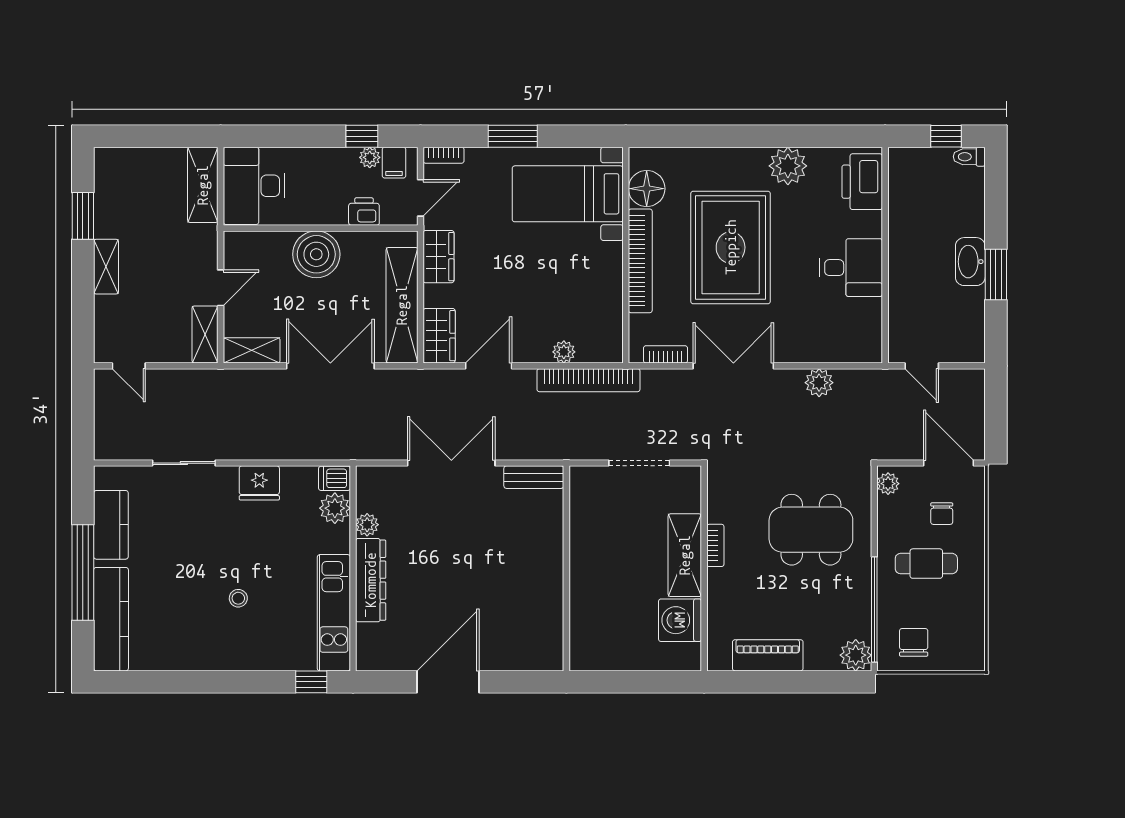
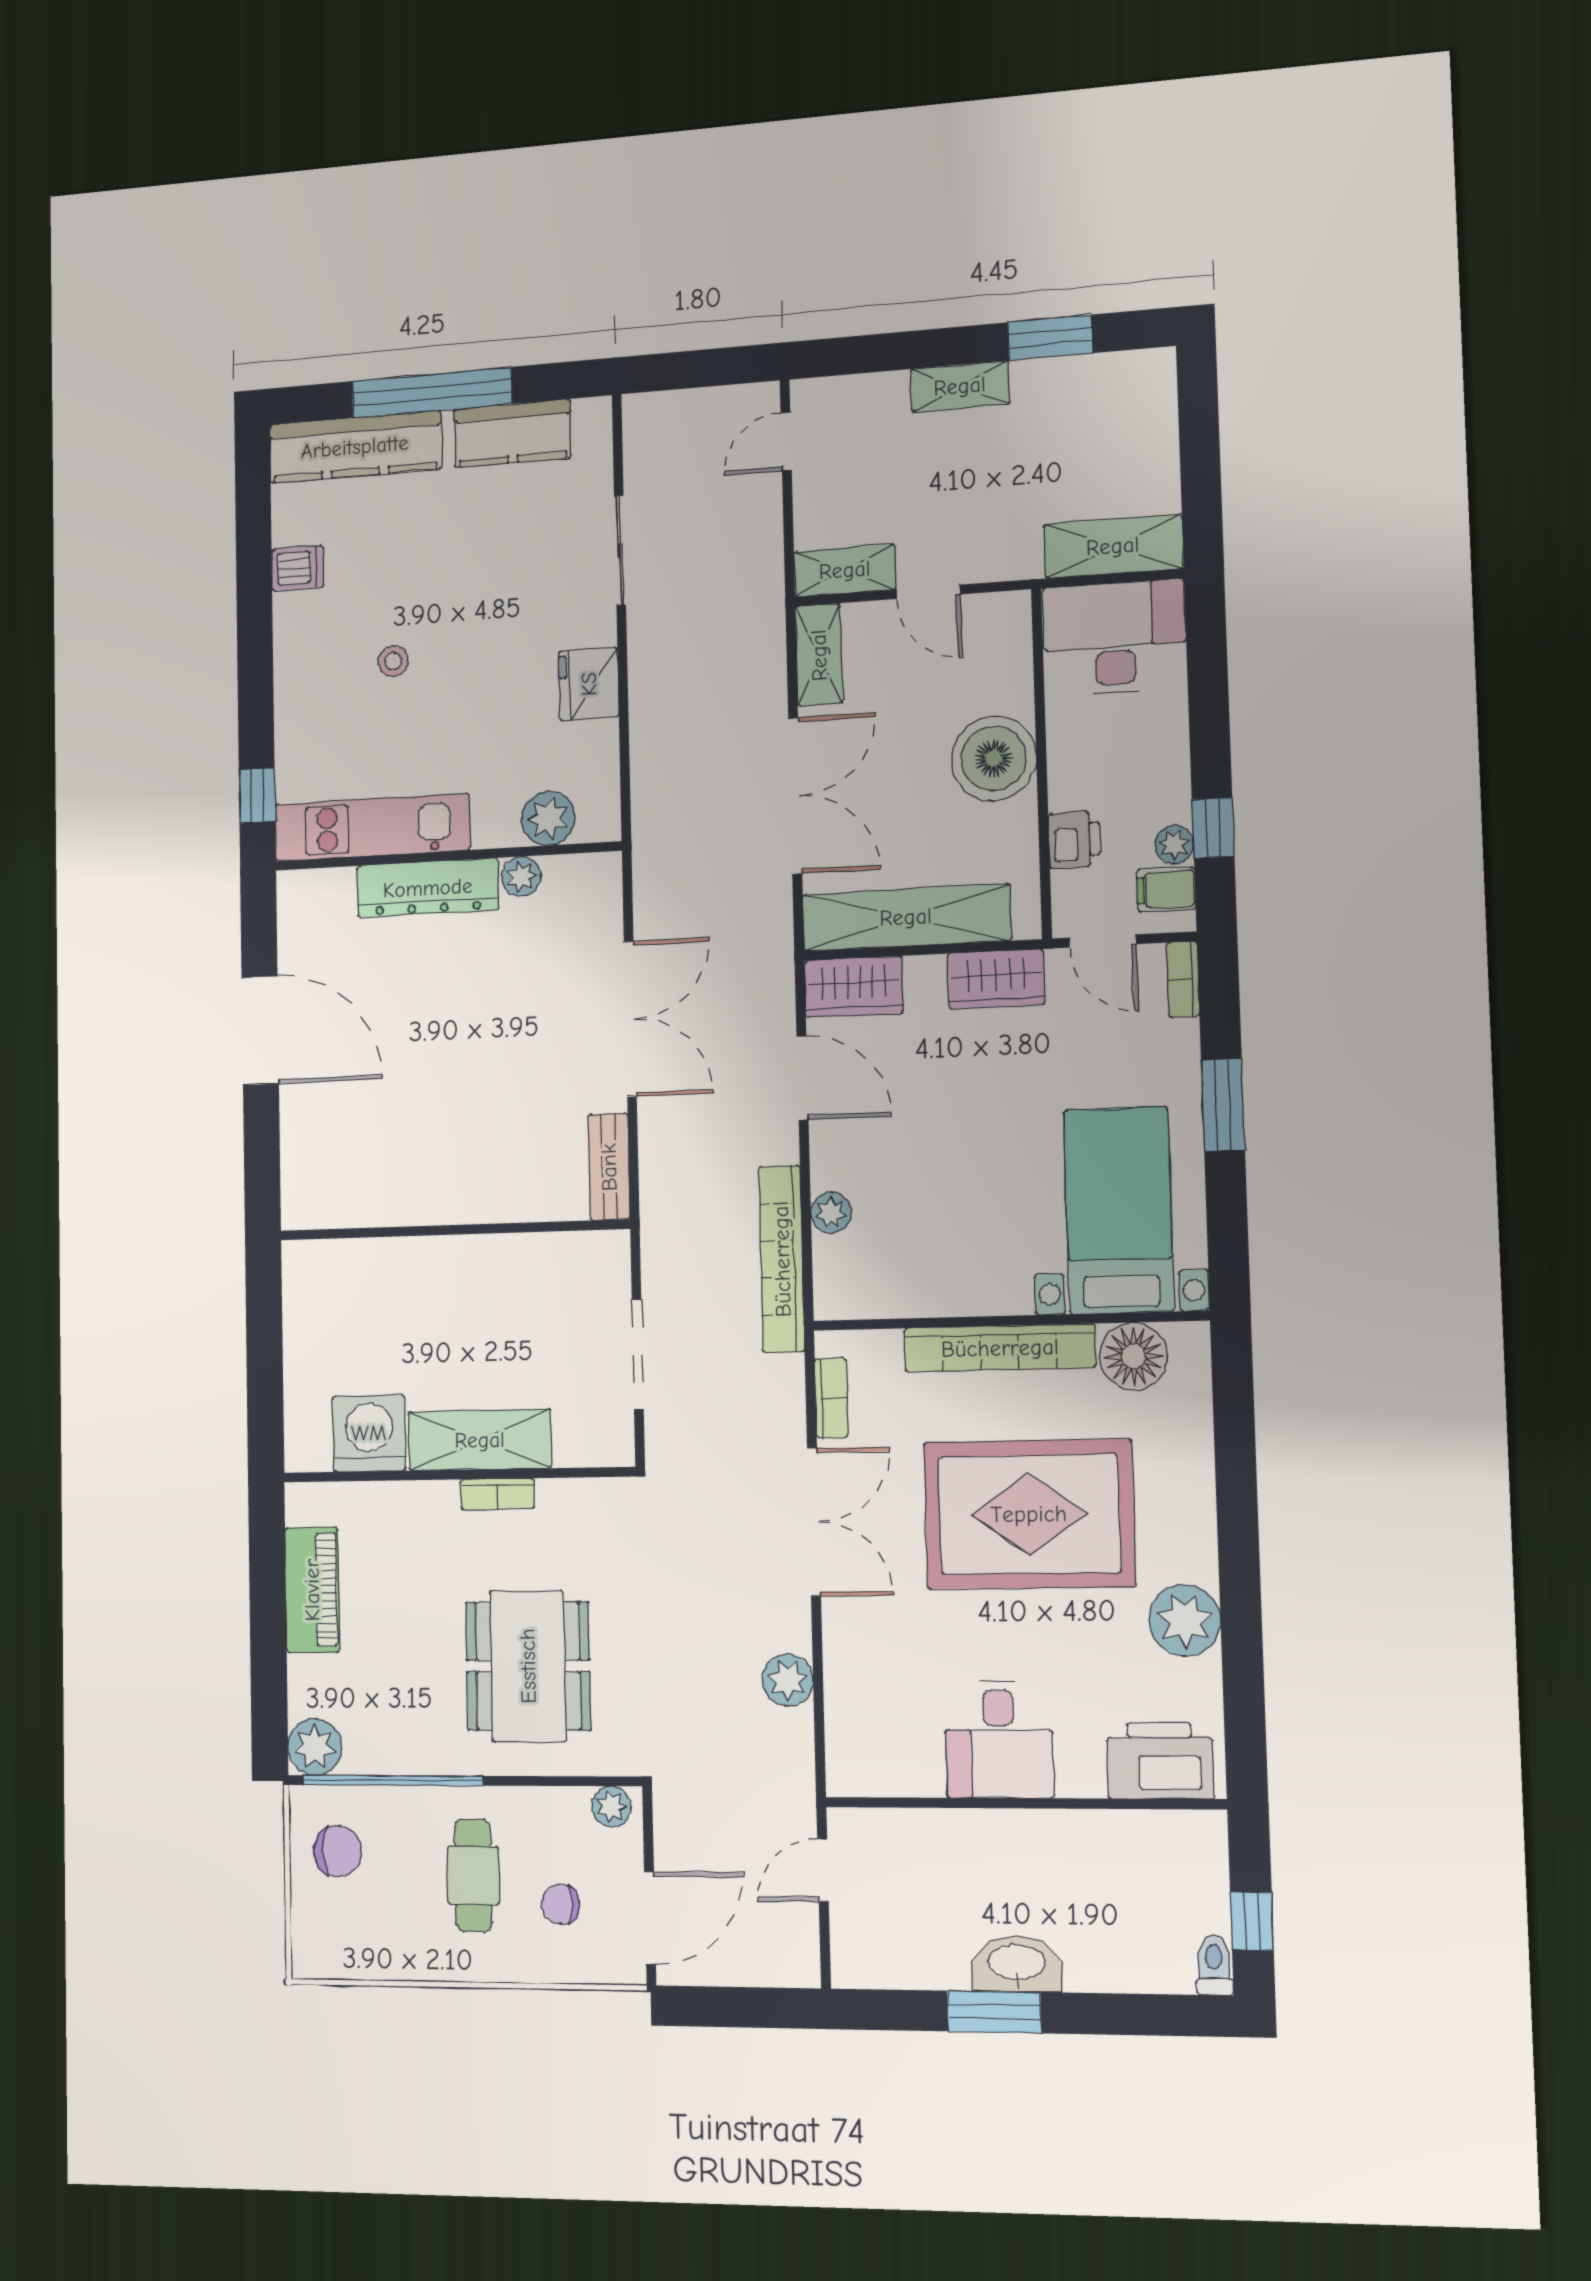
dishwasher: (334, 478) -> (298, 568), moved, turned 90

